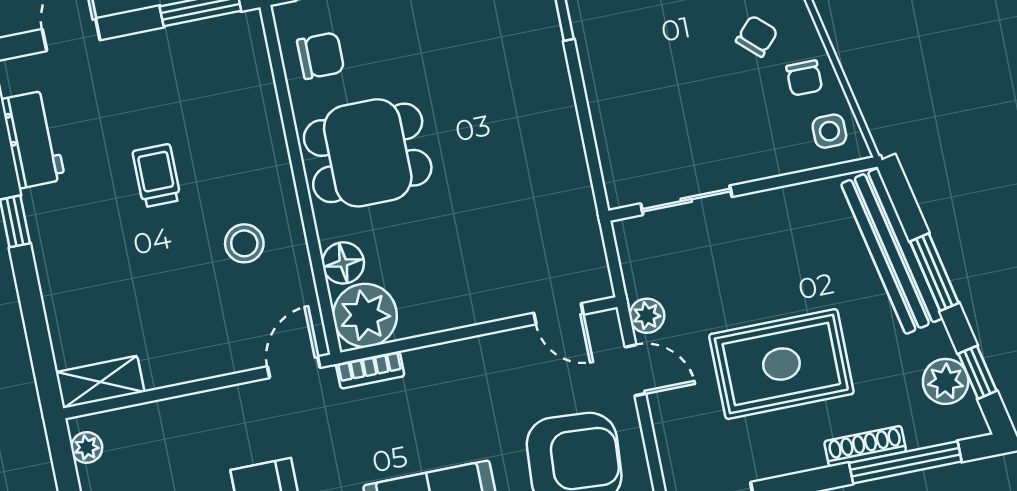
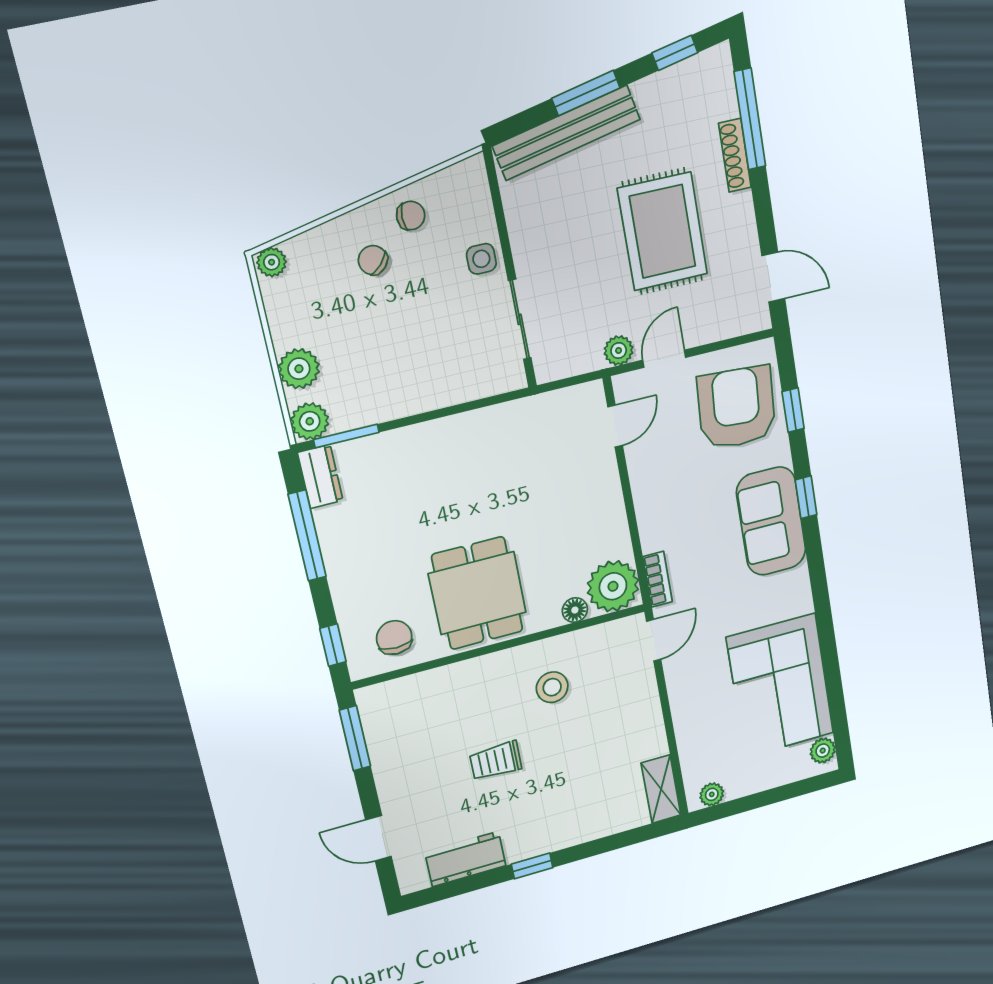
side table: (829, 131) -> (481, 259), moved
floor lamp: (343, 263) -> (575, 610), width x0.73, depth x0.73
door: (294, 367) -> (654, 640), swing flipped
plant: (946, 381) -> (682, 82), removed

